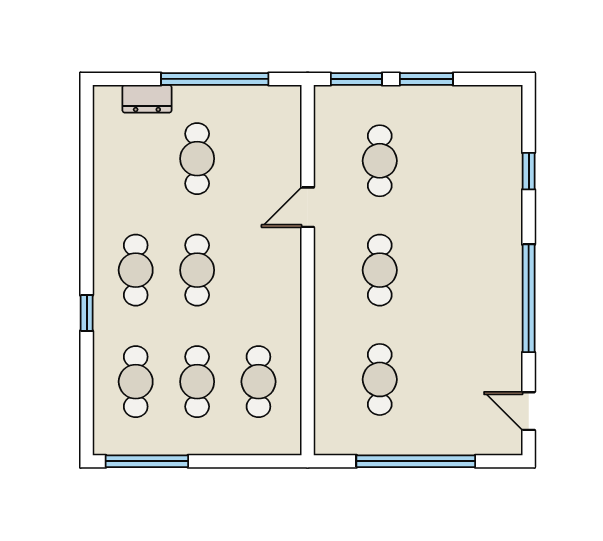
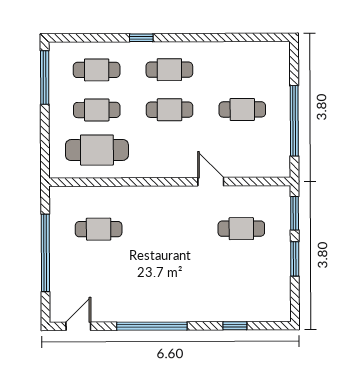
dresser: (147, 99) -> (281, 77), removed
cafe table: (380, 270) -> (170, 229), removed
cafe table: (258, 382) -> (97, 150), width x1.37, depth x1.35

